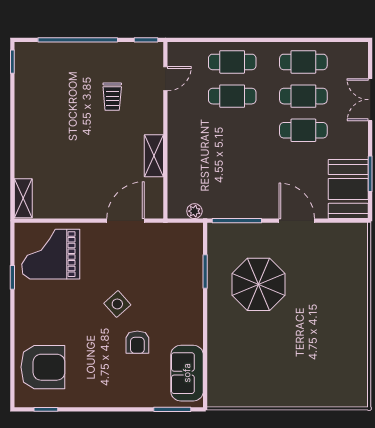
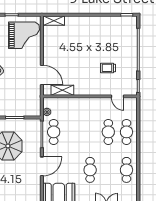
cafe table: (303, 96) -> (54, 132), moved
shelving: (154, 156) -> (62, 90), moved
grand piano: (51, 254) -> (24, 35), turned 90

